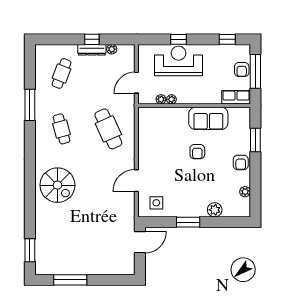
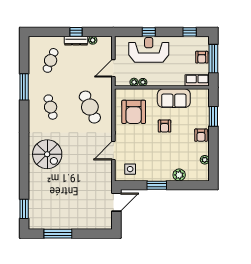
armchair: (161, 135) -> (134, 112), added

